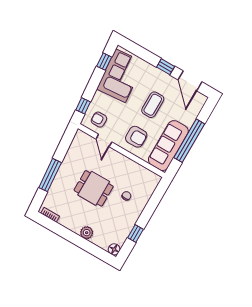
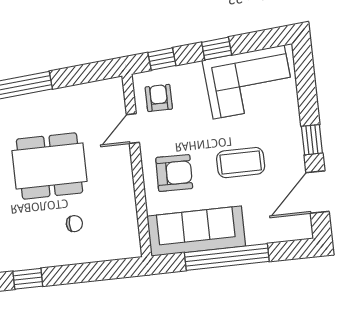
window: (104, 62) -> (217, 49), moved
armchair: (136, 137) -> (174, 173), turned -89
dining table: (94, 188) -> (50, 166), width x1.38

